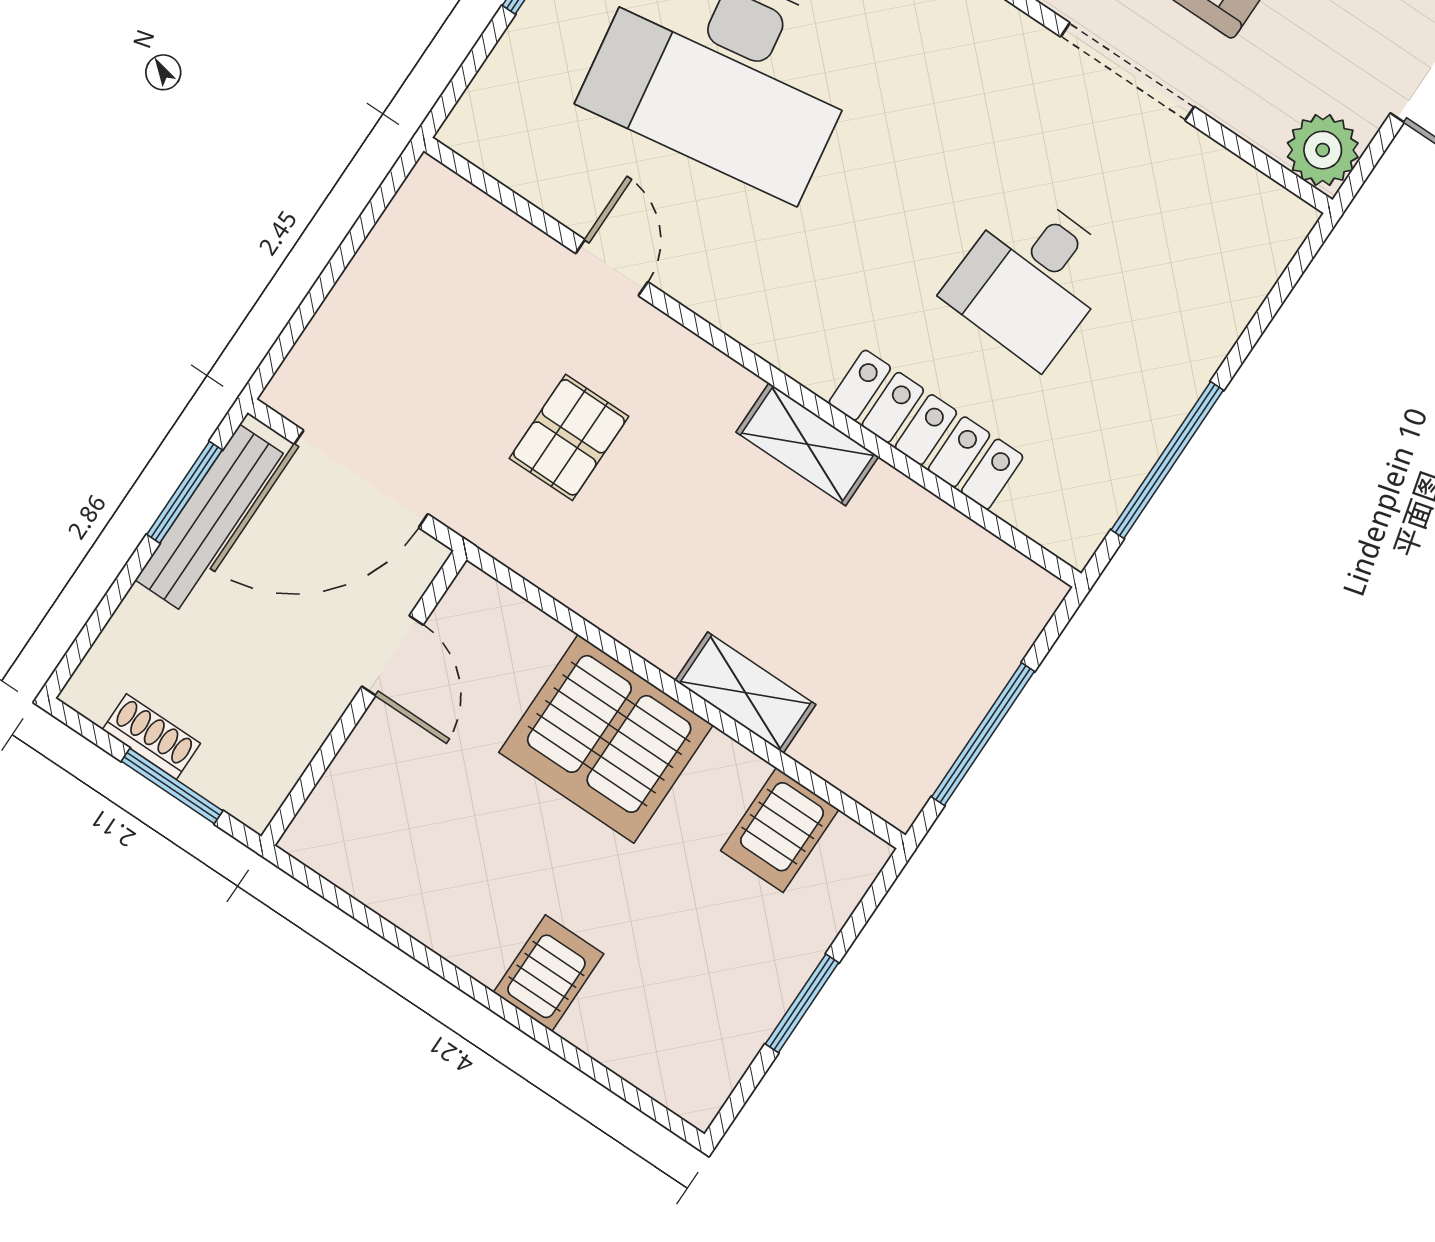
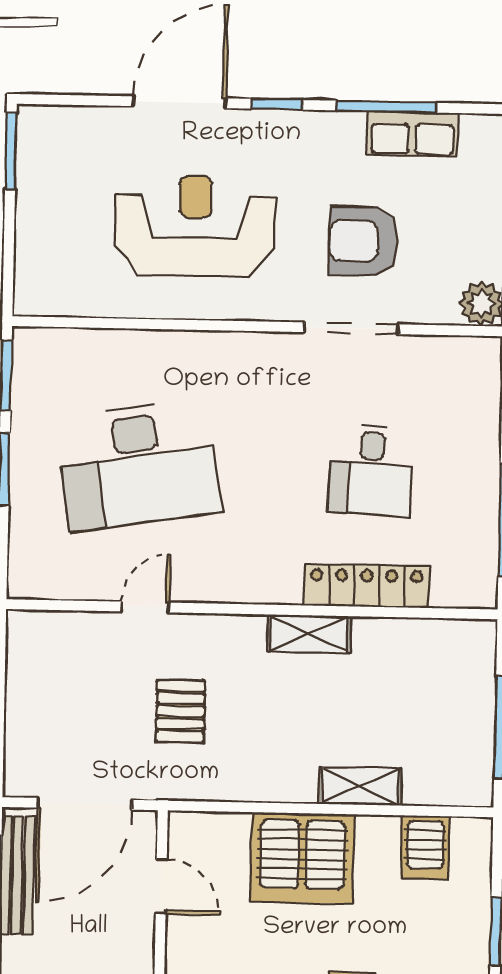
door: (612, 268) -> (145, 607), hinge flipped

